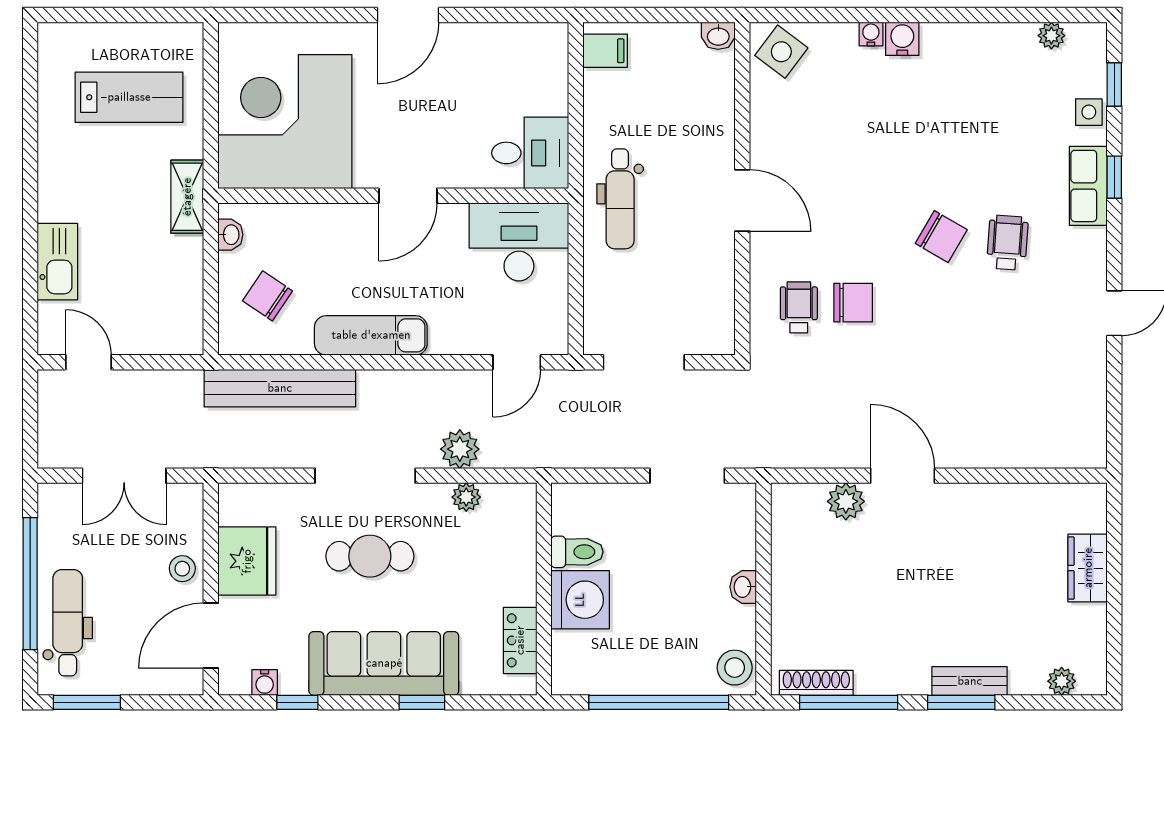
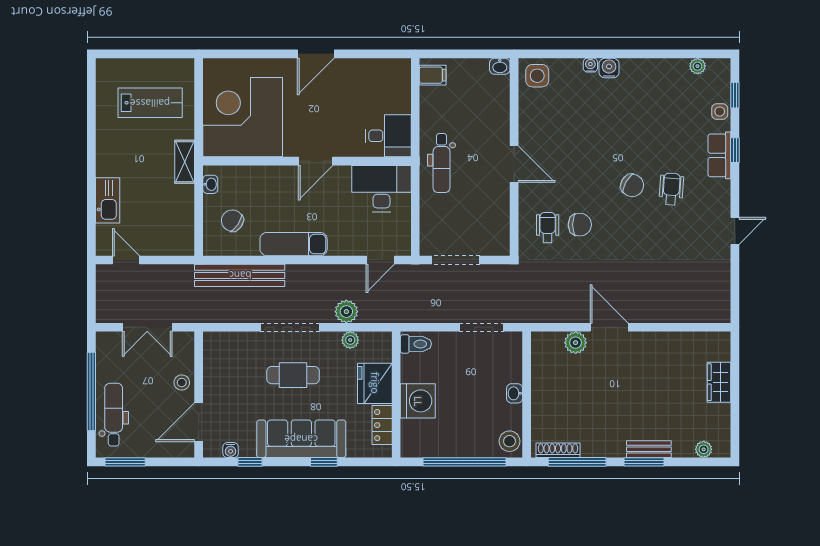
side table: (781, 52) -> (537, 76), turned -37
toilet: (577, 552) -> (416, 344), moved
fridge: (247, 561) -> (375, 383), moved, turned 180

